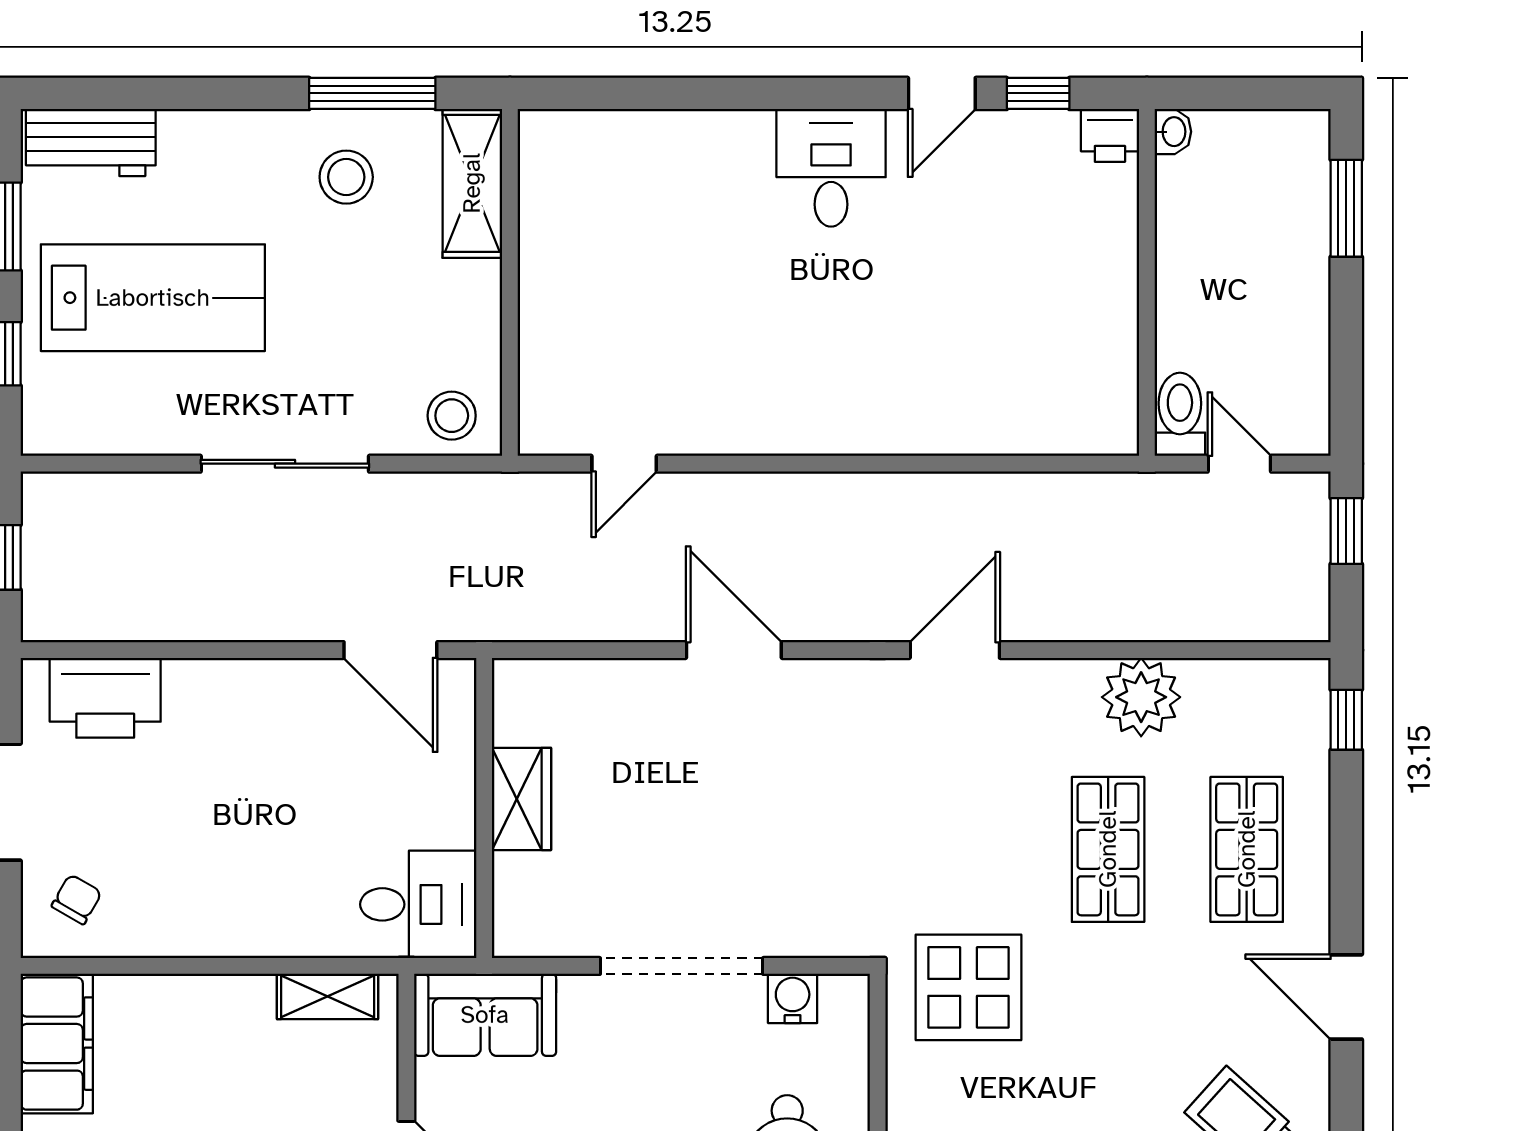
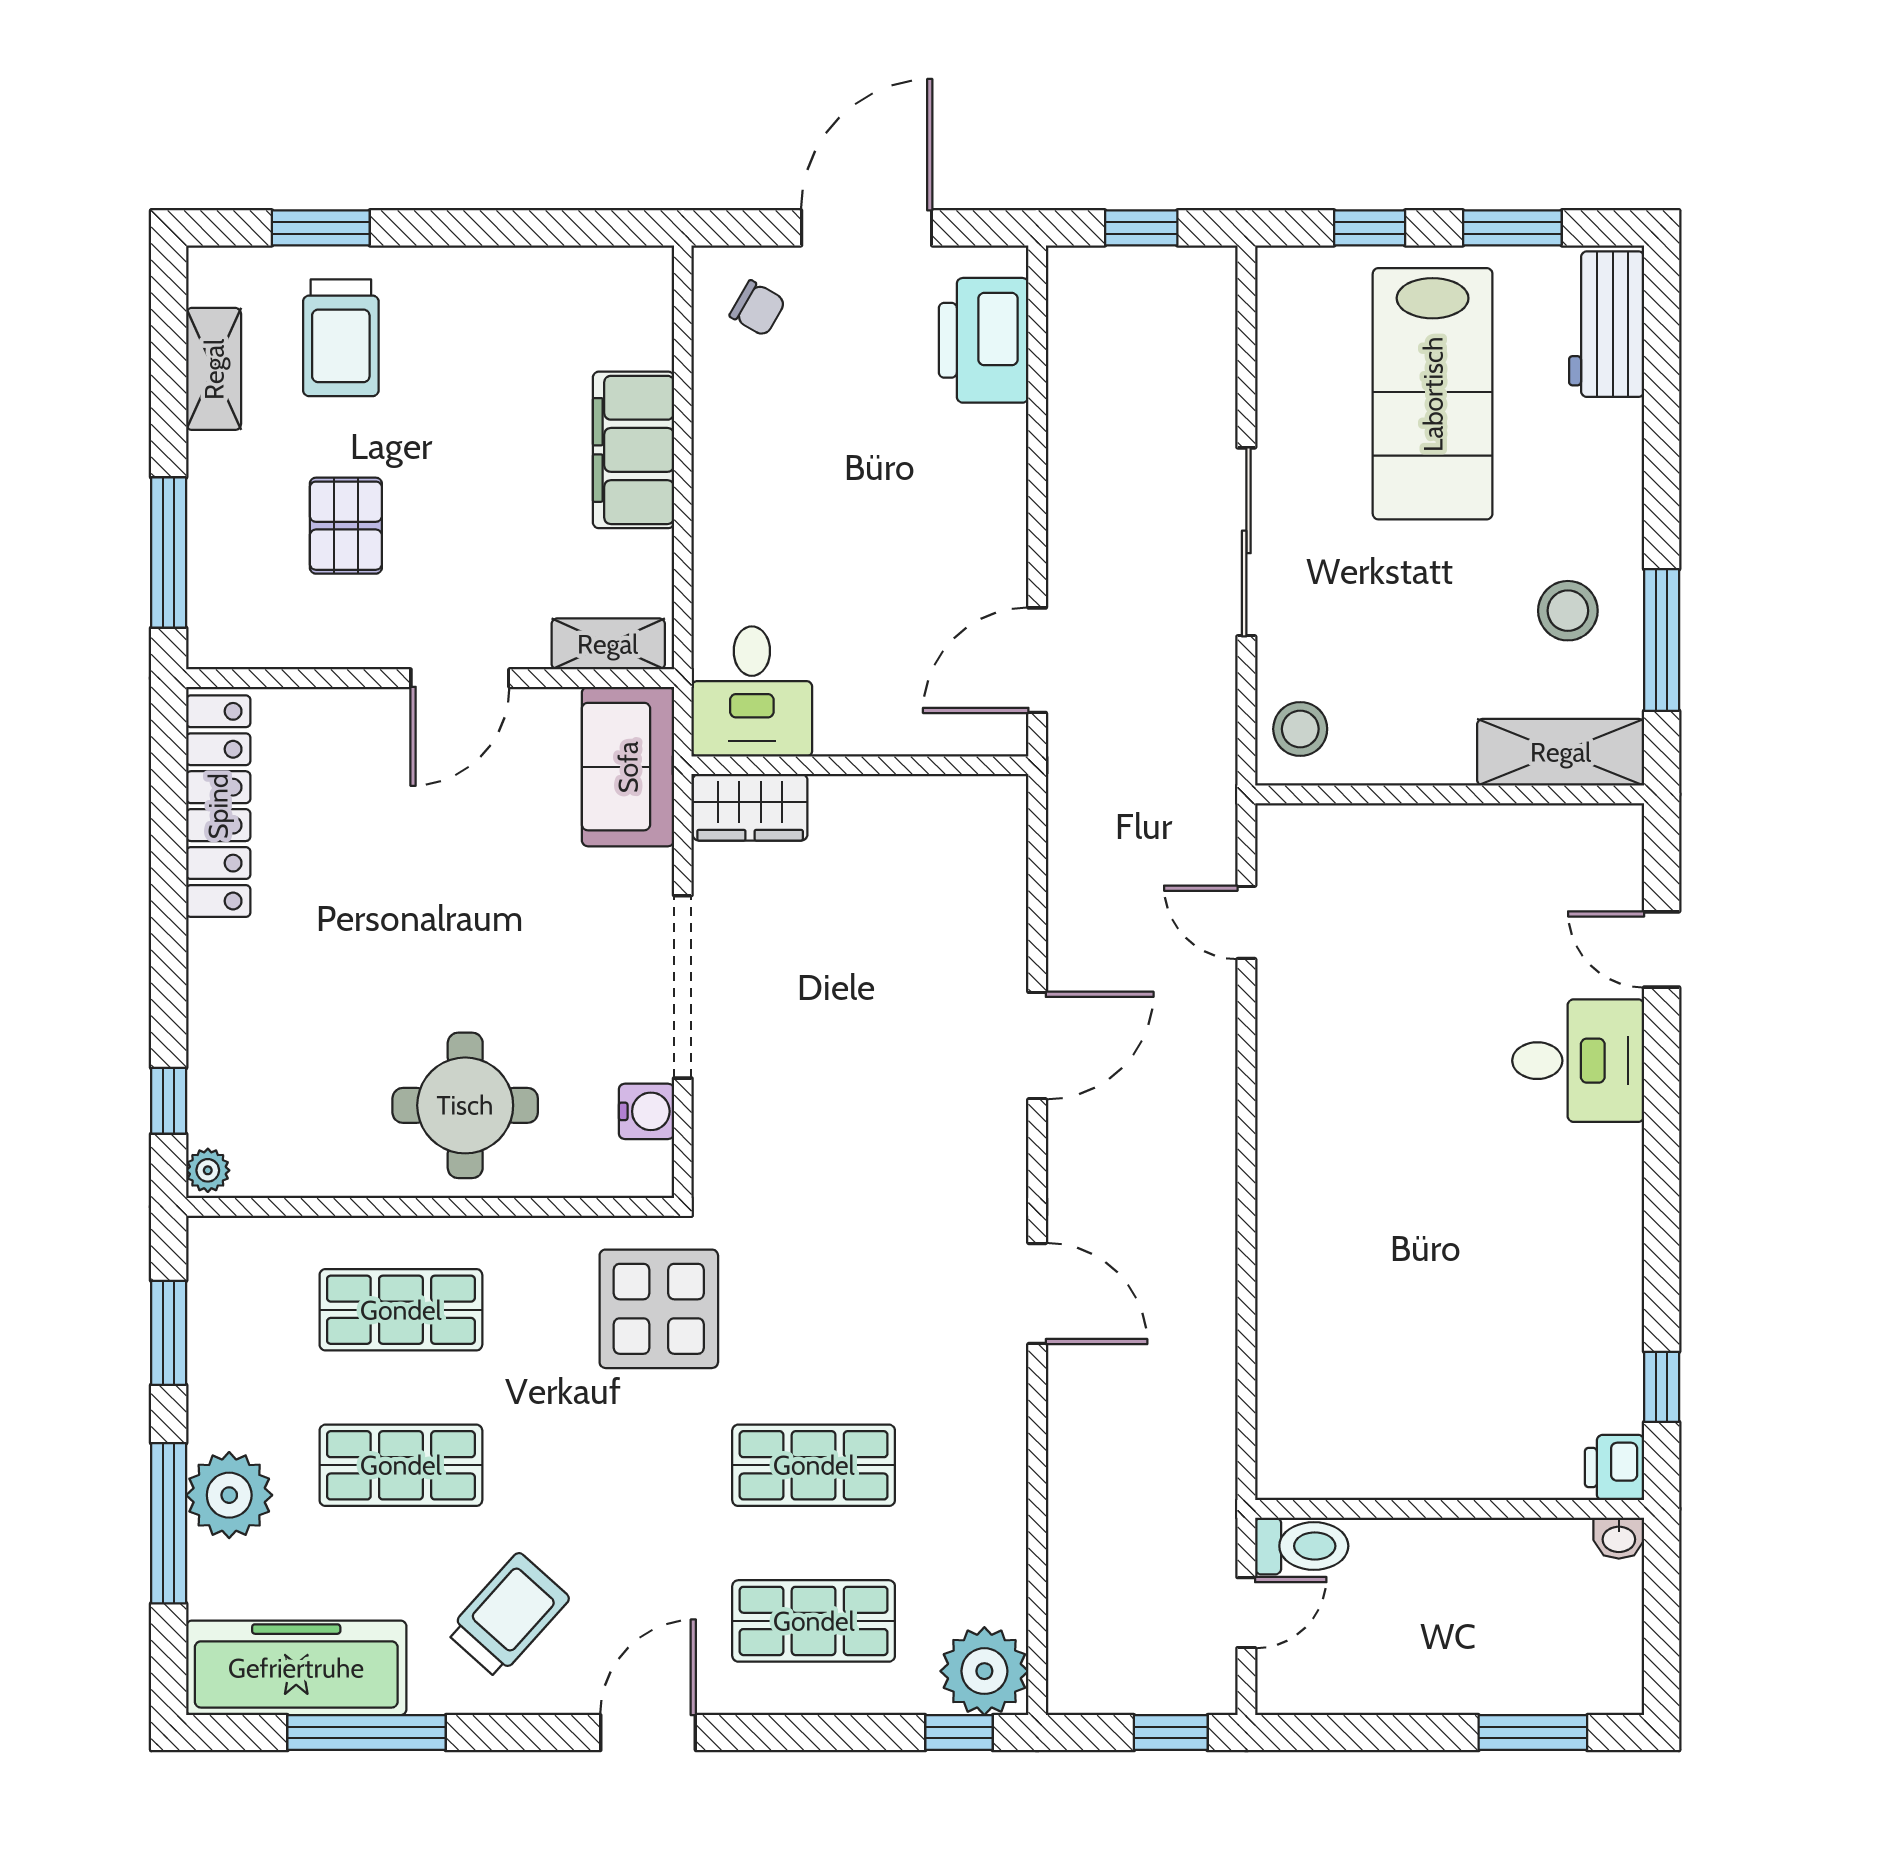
door: (942, 93) -> (1662, 949), moved
desk: (831, 168) -> (1578, 1061), moved
plant: (1141, 697) -> (984, 1671), moved
wardrobe: (521, 799) -> (750, 807), moved
shelving: (328, 996) -> (608, 644), moved, turned 90
filing cabinet: (57, 1044) -> (633, 450), moved, turned 90

